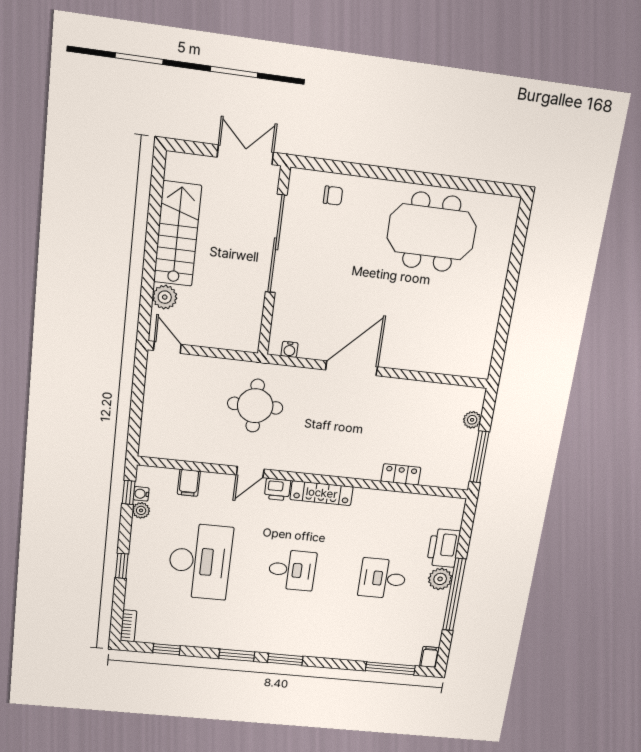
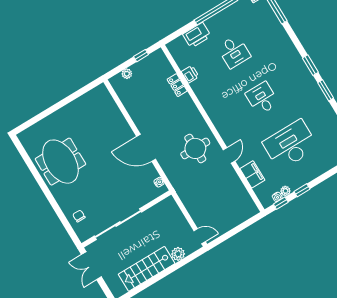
door: (167, 347) -> (200, 236), swing flipped
round table: (255, 406) -> (195, 148), moved
window: (479, 457) -> (141, 56), width x0.46
door: (250, 472) -> (229, 155), hinge flipped
filing cabinet: (189, 483) -> (252, 174), width x2.00
printer: (277, 489) -> (190, 74), moved
locker: (322, 493) -> (214, 115), removed
window: (122, 566) -> (302, 190), moved
plant: (440, 579) -> (213, 24), removed

